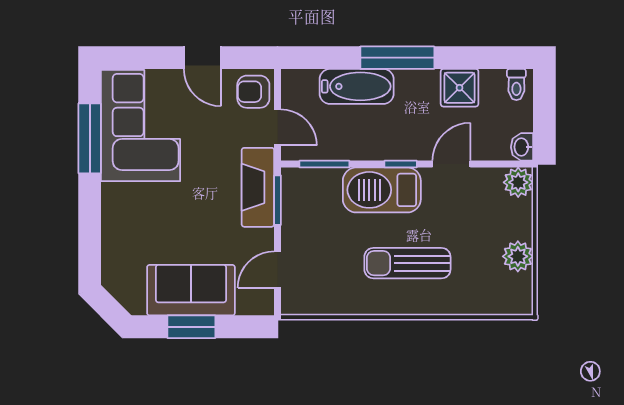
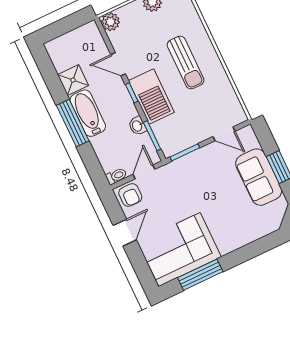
toilet: (516, 85) -> (116, 176), moved
bathtub: (357, 86) -> (88, 113), moved
washbasin: (522, 147) -> (137, 126), moved, turned 90
fireplace: (258, 187) -> (183, 167), removed

